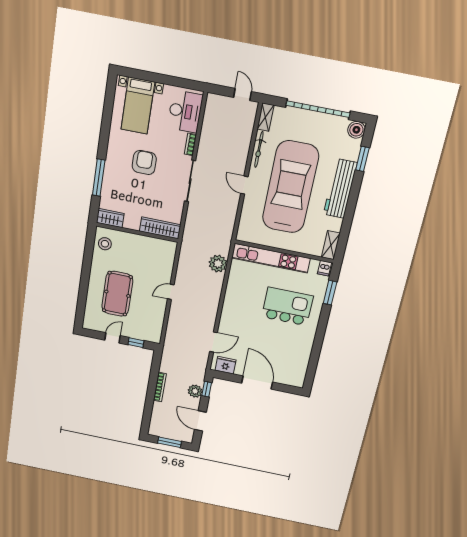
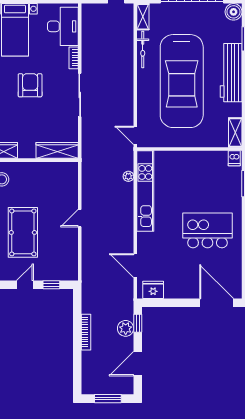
door: (244, 185) -> (135, 135), moved
car: (290, 187) -> (182, 81), turned 180
kitchen unit: (271, 258) -> (145, 191), moved, turned -90
plant: (218, 264) -> (128, 176), width x0.53, depth x0.53
kitchen island: (287, 306) -> (207, 230), moved
door: (214, 342) -> (135, 266), swing flipped
door: (257, 383) -> (217, 303), moved
door: (200, 421) -> (138, 364), hinge flipped

